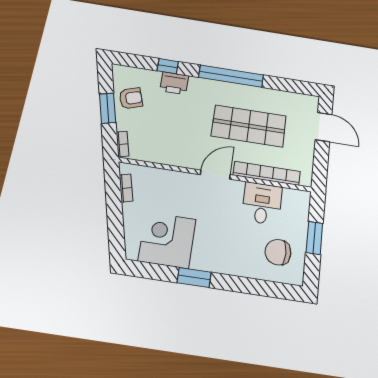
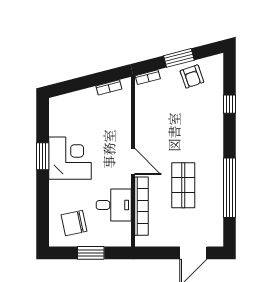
window: (231, 76) -> (229, 188), moved
printer: (174, 83) -> (213, 113), removed
shop shelf: (249, 126) -> (183, 185), width x0.70, depth x0.74
corner desk: (167, 240) -> (70, 158), moved
chair: (278, 252) -> (74, 223), turned -102

